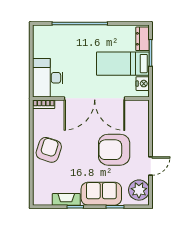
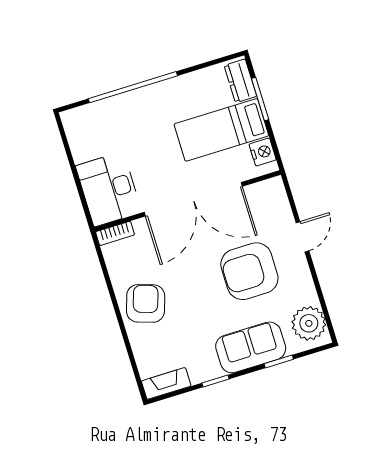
door: (151, 166) -> (302, 237), moved
fireplace: (66, 199) -> (166, 383), moved

